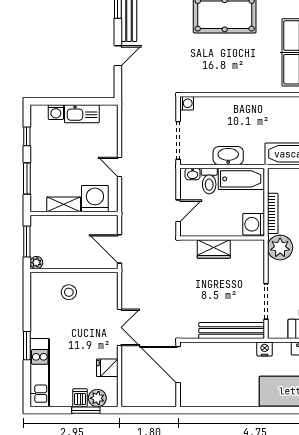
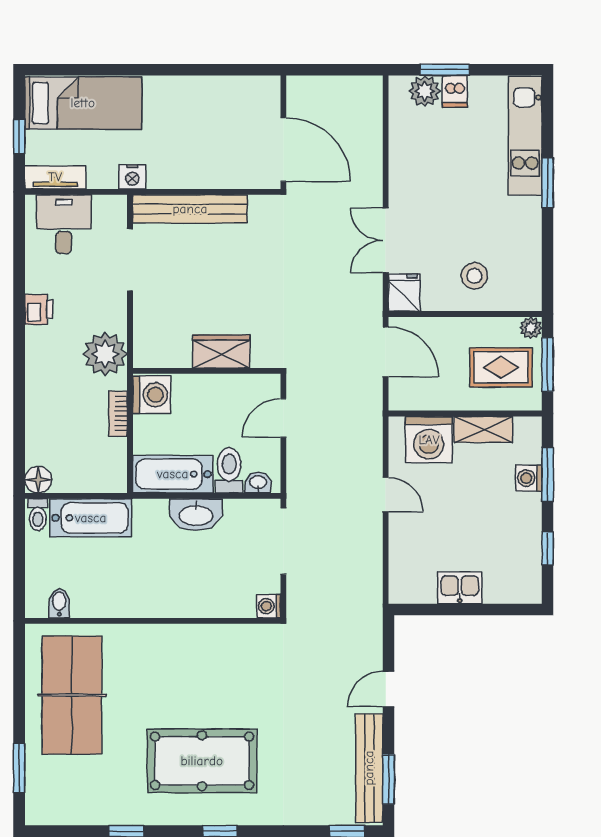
washing machine: (56, 112) -> (529, 478), moved, turned -90
kitchen sink: (82, 114) -> (460, 588), width x0.73
bookcase: (273, 213) -> (118, 414), width x0.64
rug: (54, 240) -> (501, 367), added
double door: (120, 327) -> (386, 240), moved
fridge: (107, 368) -> (404, 293), moved, turned -90

